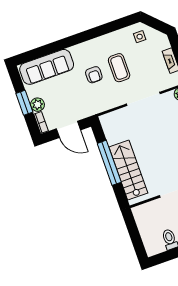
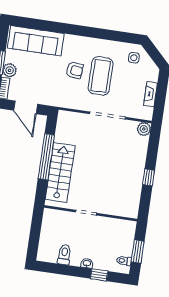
coffee table: (119, 68) -> (101, 76), width x1.36, depth x1.32
armchair: (94, 75) -> (74, 70), turned -85

